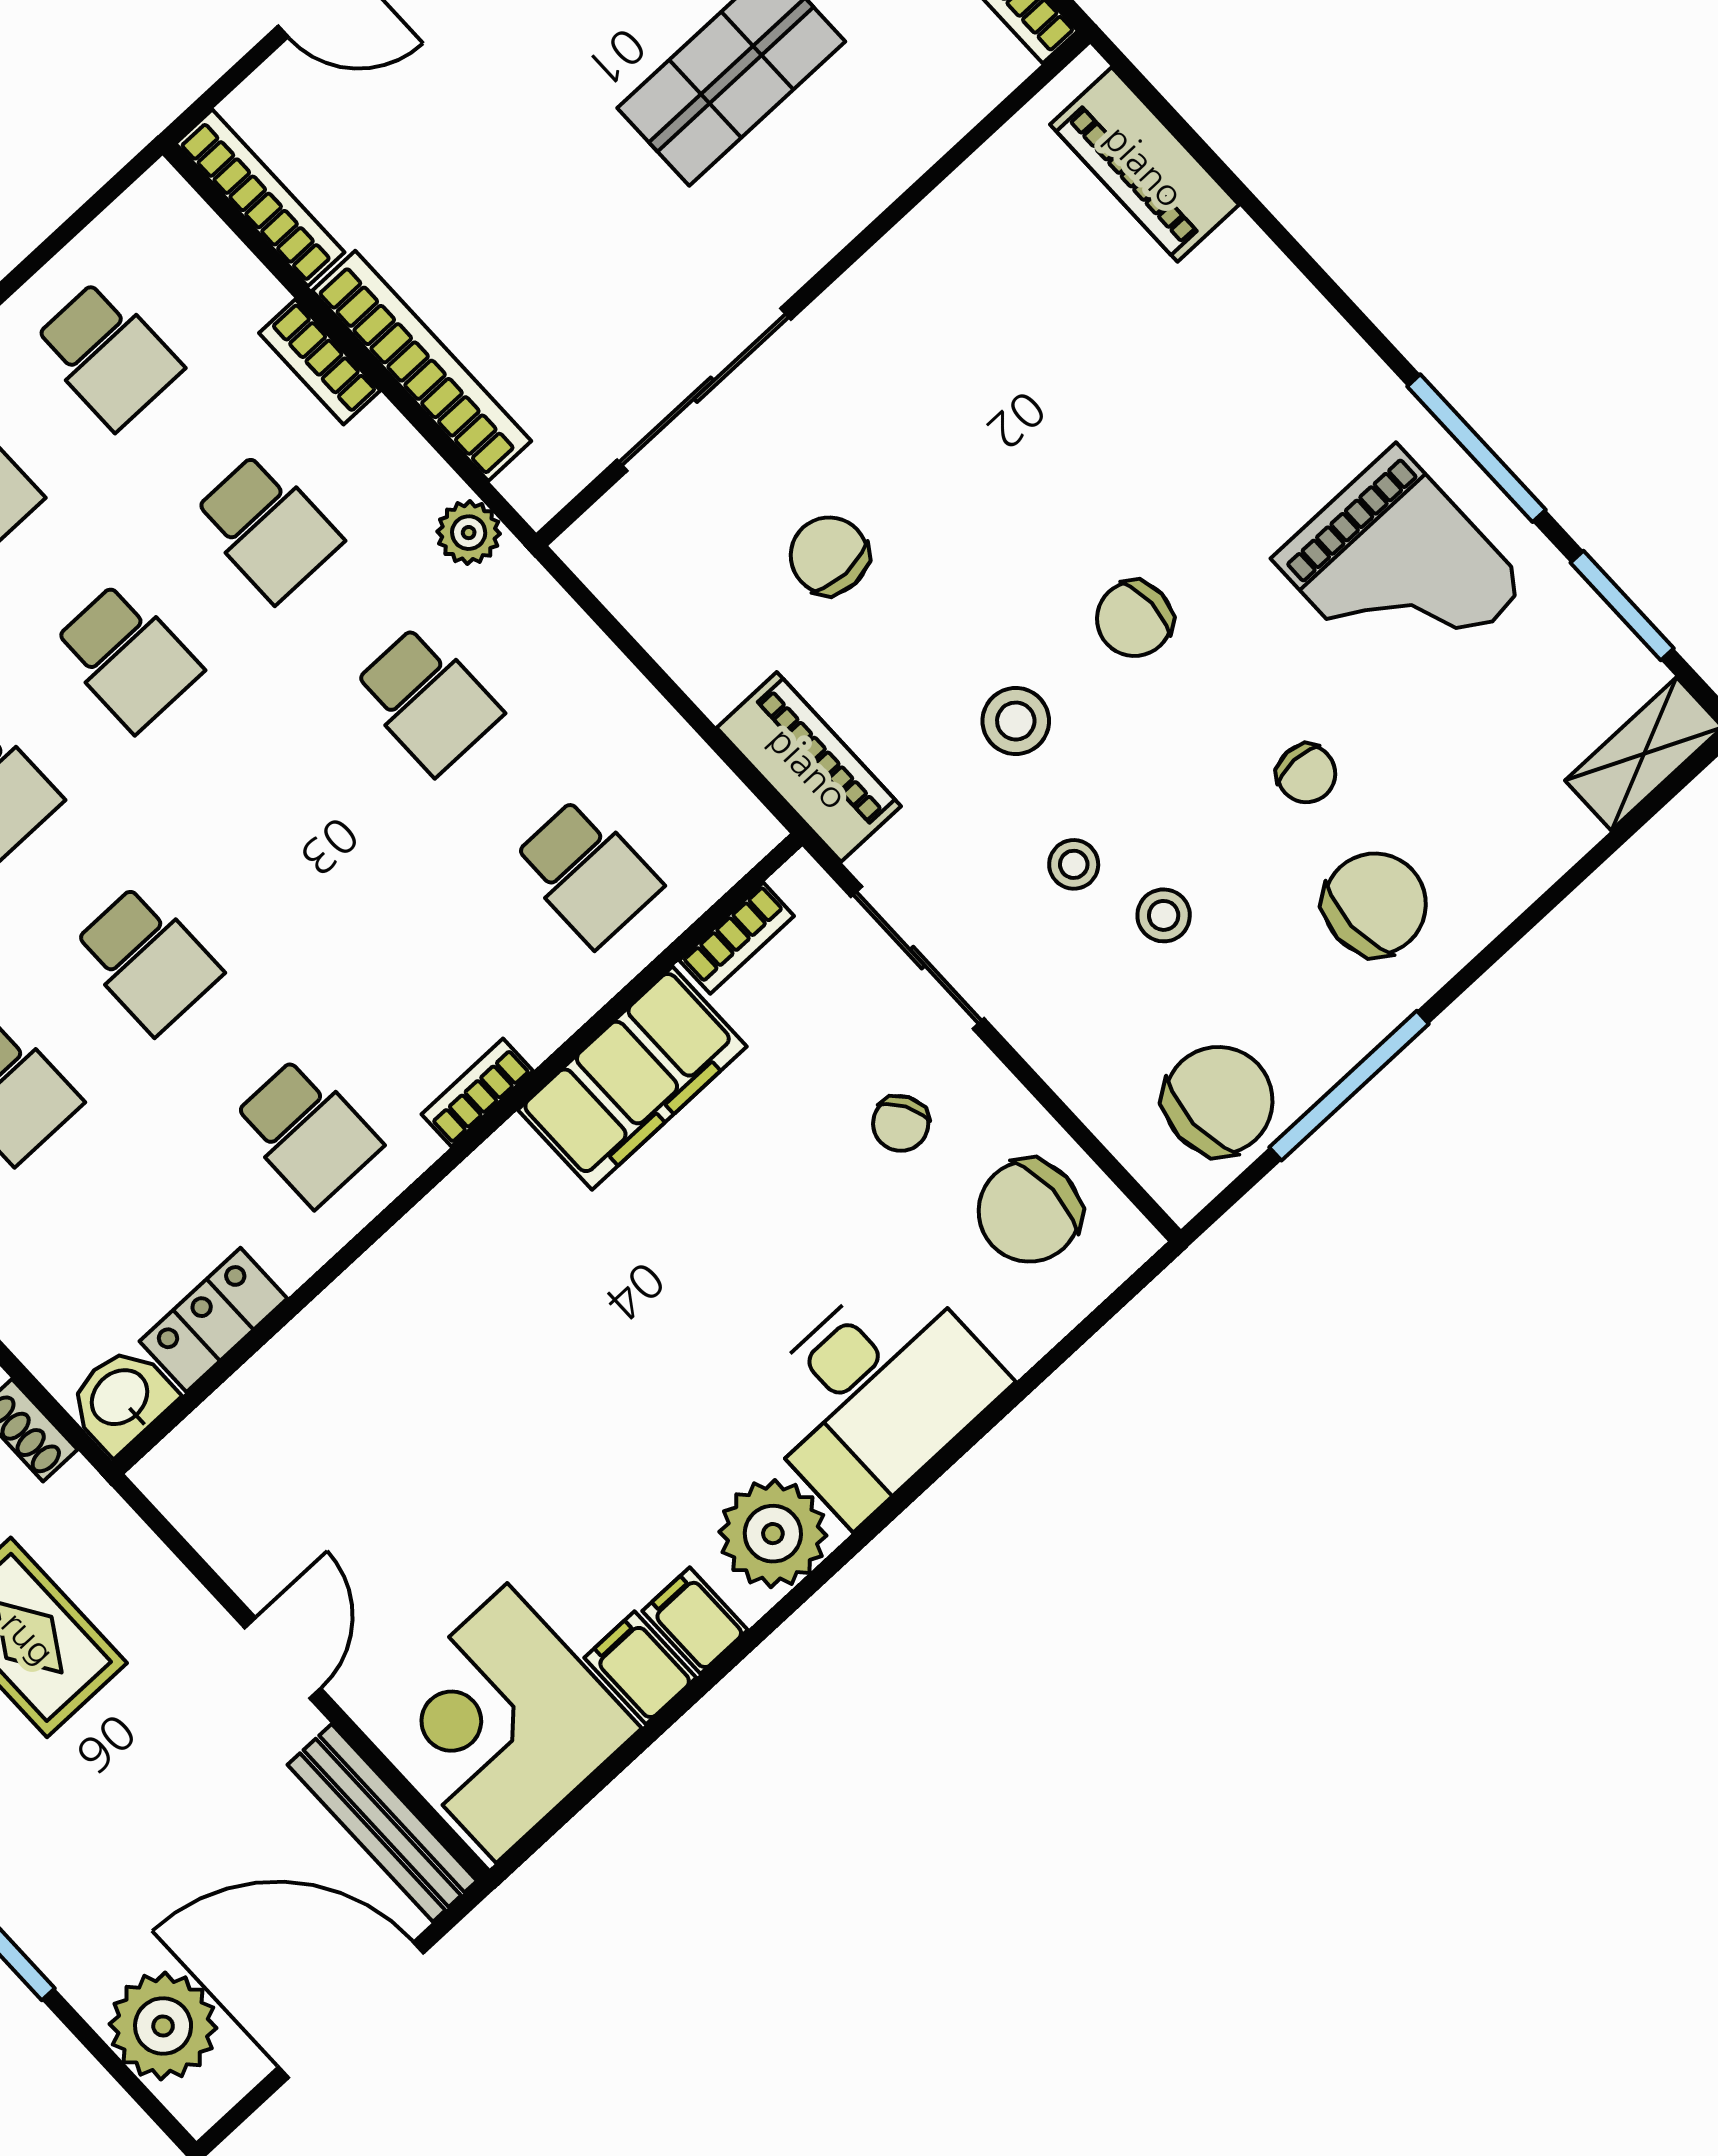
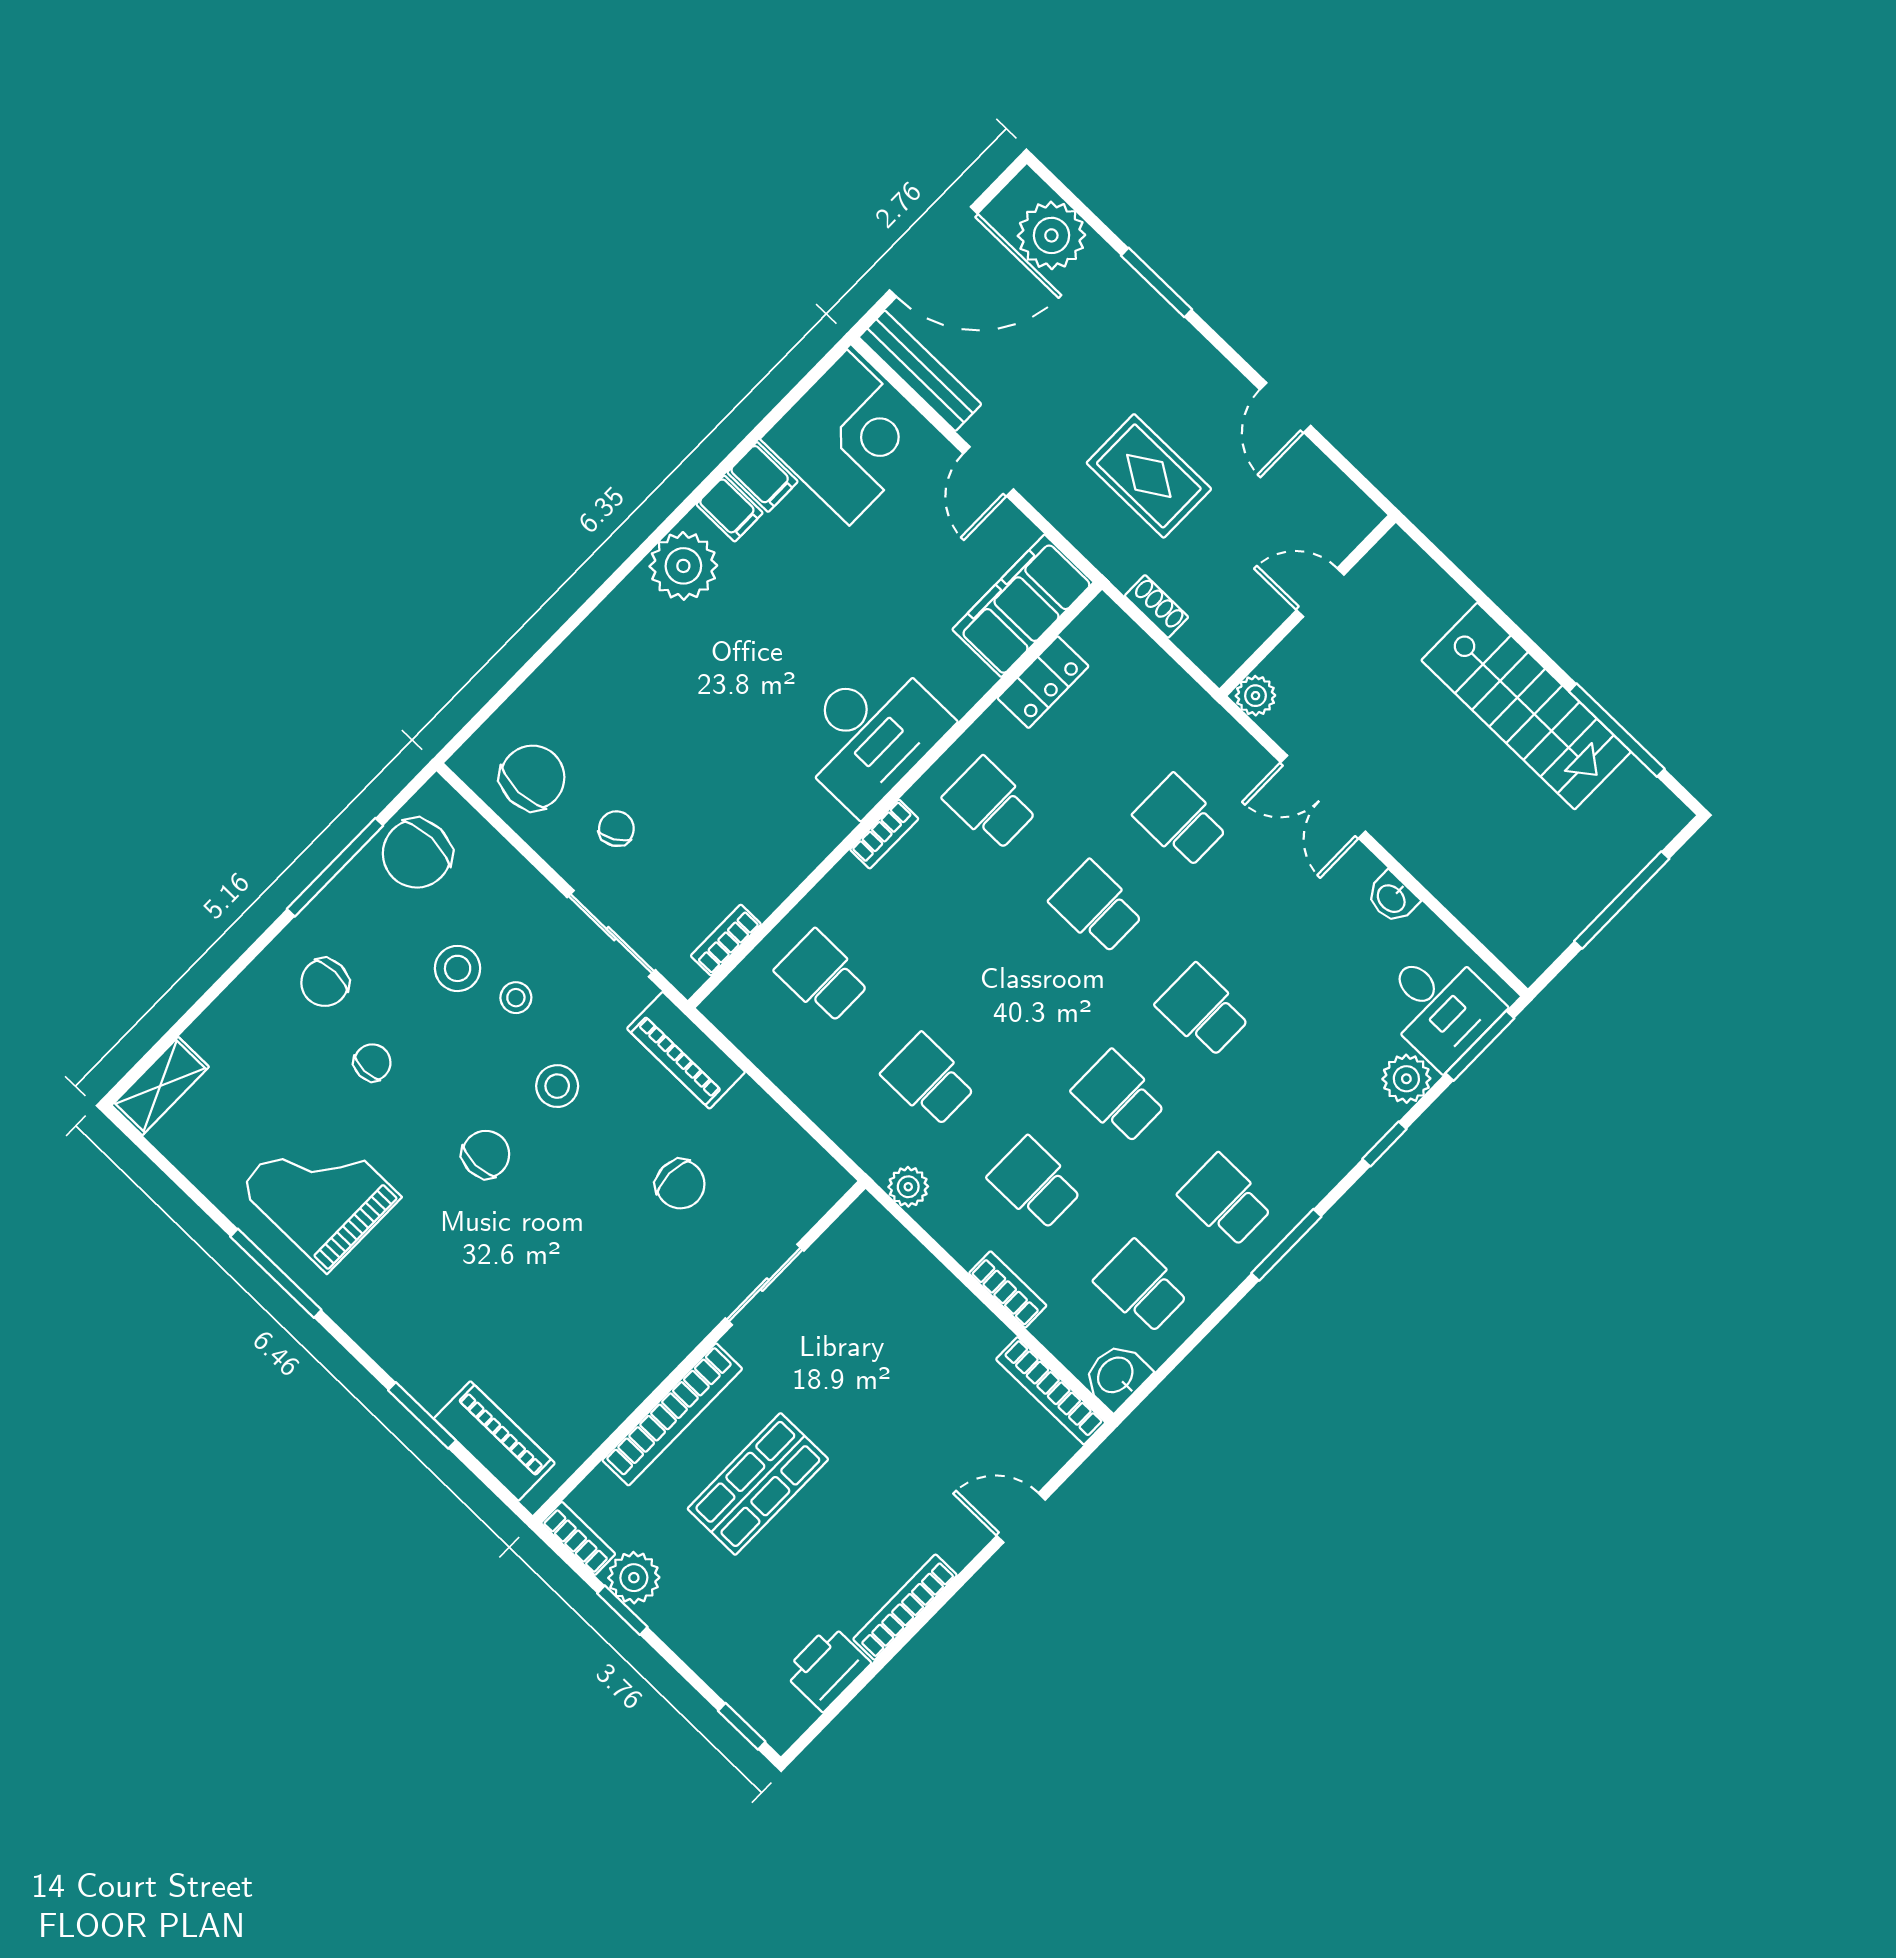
bookcase: (422, 366) -> (672, 1414), moved, turned -90
sliding door: (704, 390) -> (765, 1285), width x0.73
window: (1622, 606) -> (422, 1415), moved
chair: (1306, 774) -> (372, 1063), turned 90
chair: (1375, 904) -> (325, 983), width x0.73, depth x0.73
stool: (1164, 915) -> (458, 968), width x1.37, depth x1.37
filing cabinet: (632, 1078) -> (1023, 606), moved
desk: (876, 1393) -> (870, 734), moved, turned 180
washbasin: (121, 1399) -> (1116, 1376), moved, turned 180

